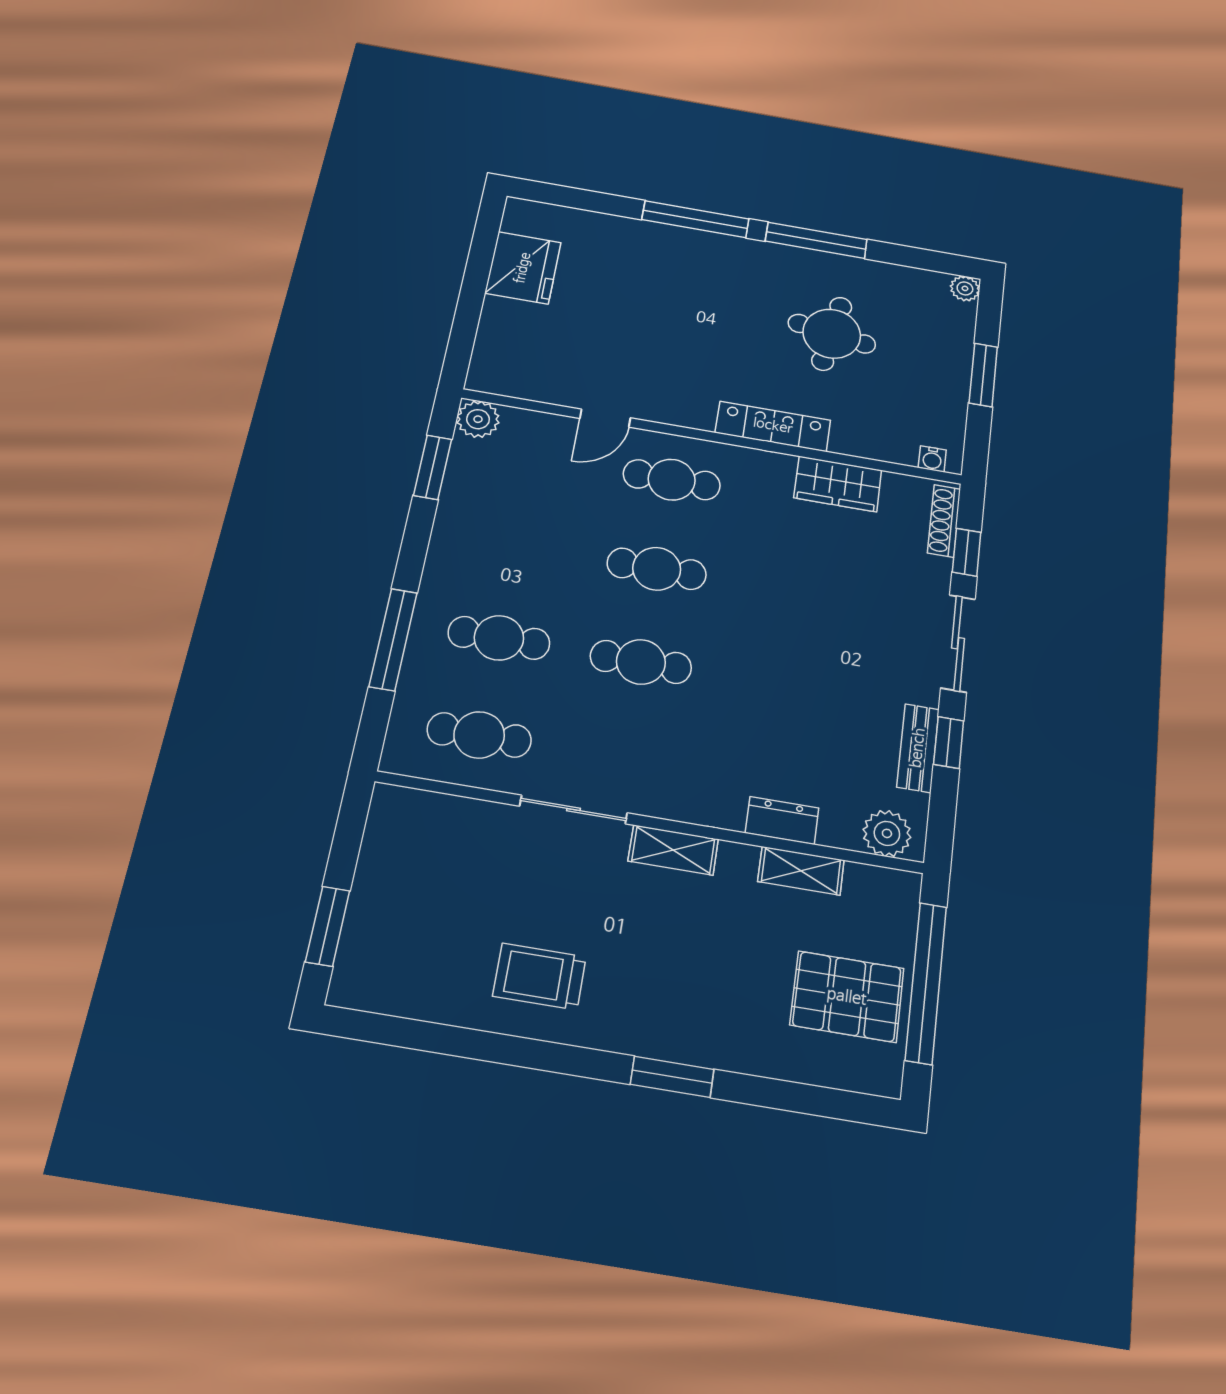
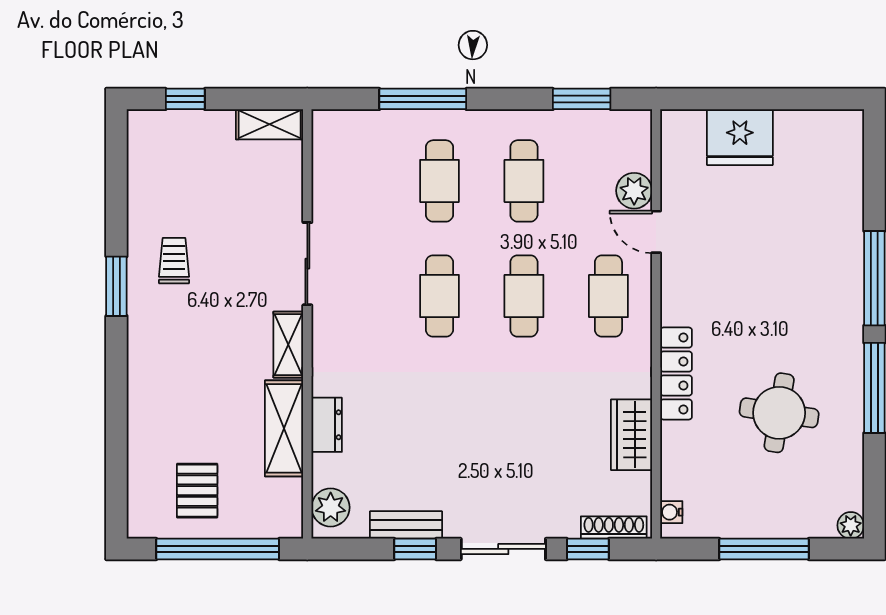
fridge: (523, 268) -> (740, 137), moved
window: (983, 375) -> (764, 549), width x1.44
plant: (478, 419) -> (634, 191), moved
cafe table: (479, 735) -> (524, 181), moved
shelving: (385, 826) -> (270, 124), added
shelving: (801, 871) -> (284, 428), width x1.50, depth x1.33
window: (328, 926) -> (185, 99), width x0.67
trolley: (540, 976) -> (174, 261), width x0.73, depth x0.72
pallet: (847, 997) -> (197, 491), width x0.67, depth x0.71
window: (672, 1077) -> (116, 286), moved

